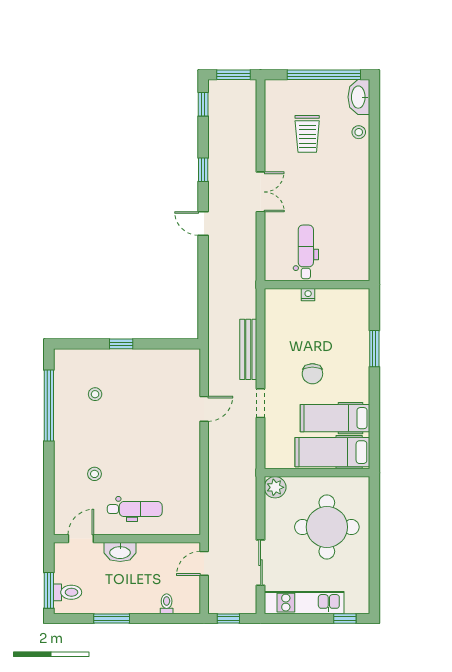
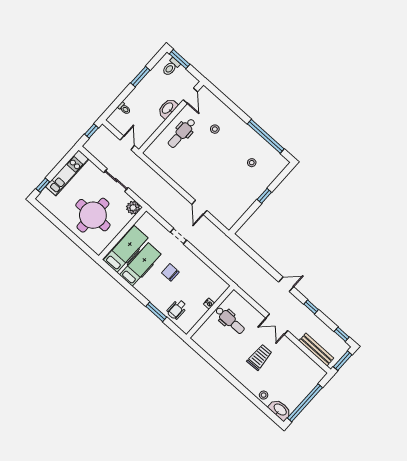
trolley: (307, 134) -> (260, 357), moved, turned 88
wheelchair: (349, 327) -> (177, 309), added
bench: (248, 349) -> (316, 350), moved
sliding door: (261, 563) -> (116, 180), moved

